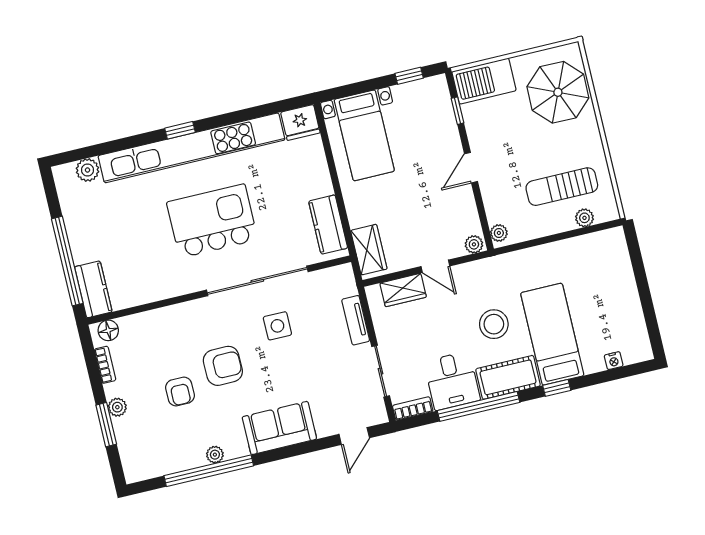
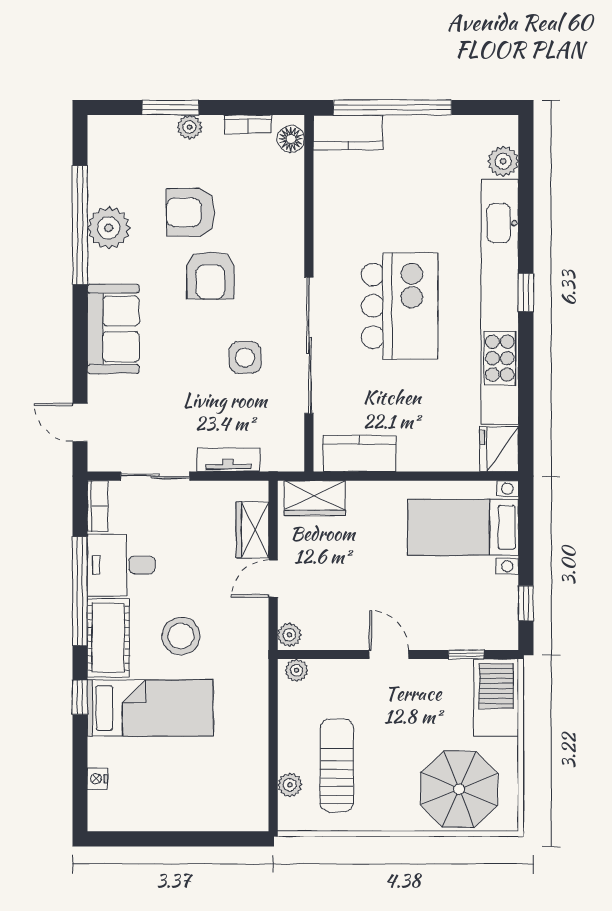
armchair: (180, 391) -> (191, 212), width x1.38, depth x1.38
plant: (215, 455) -> (109, 228), width x1.87, depth x1.87

